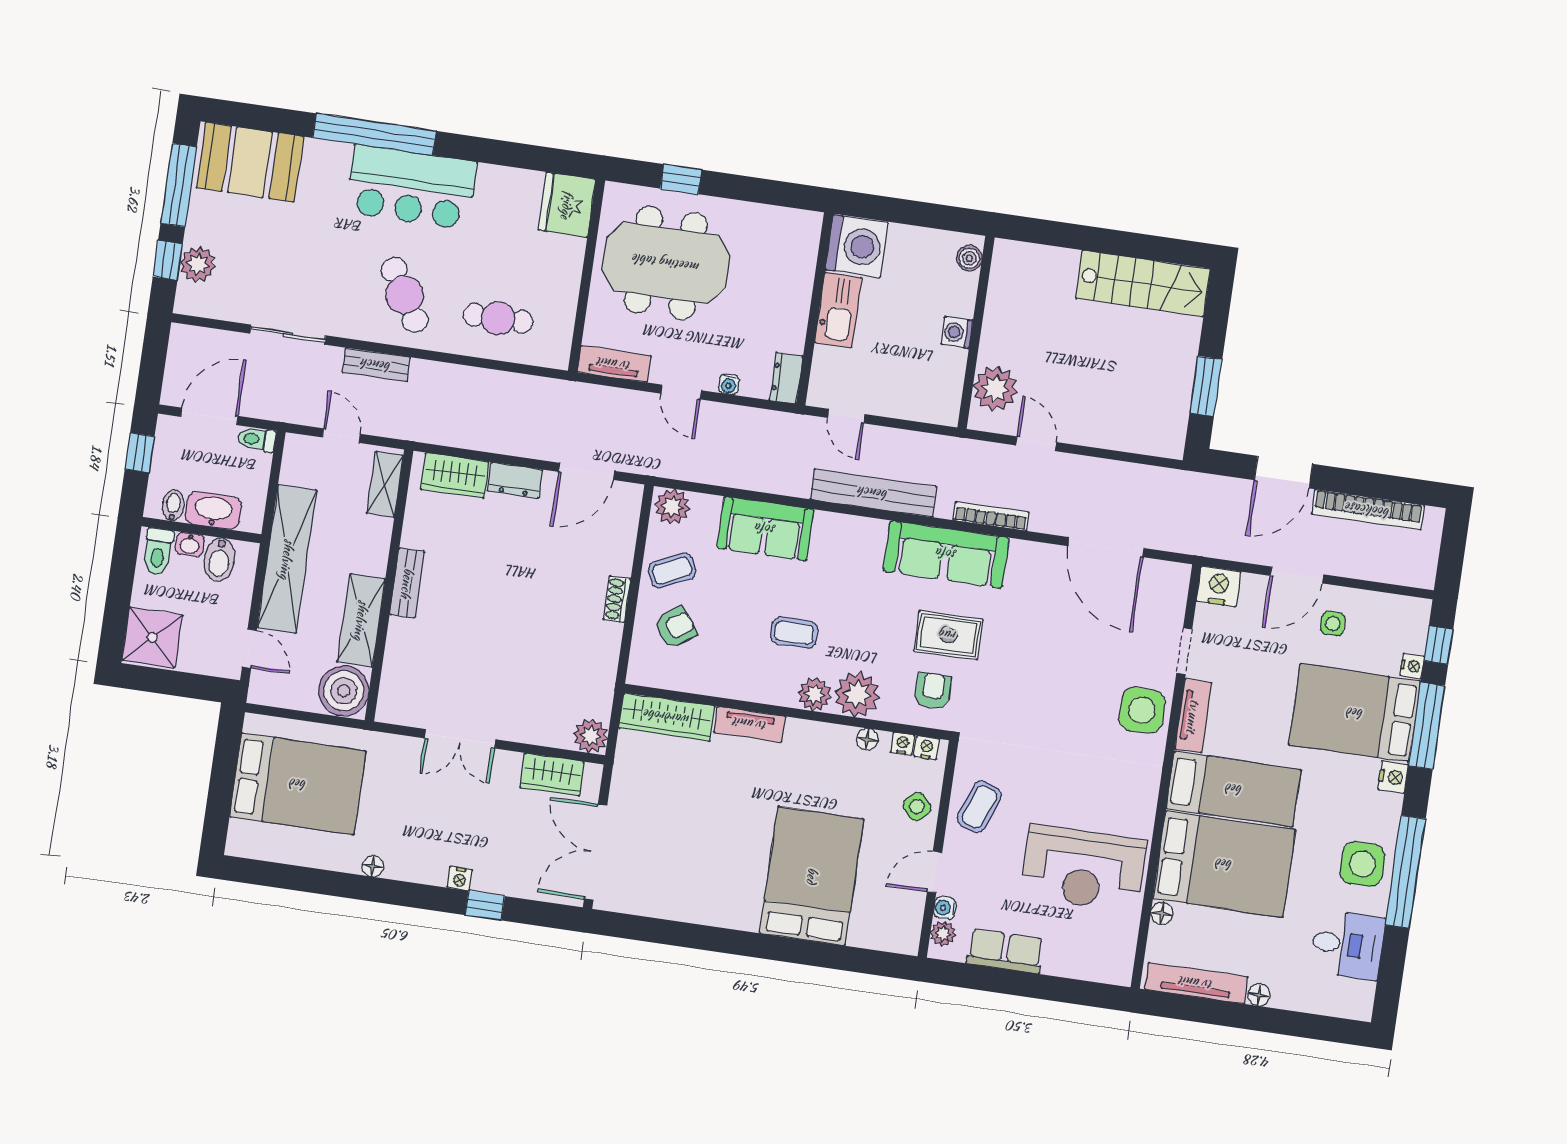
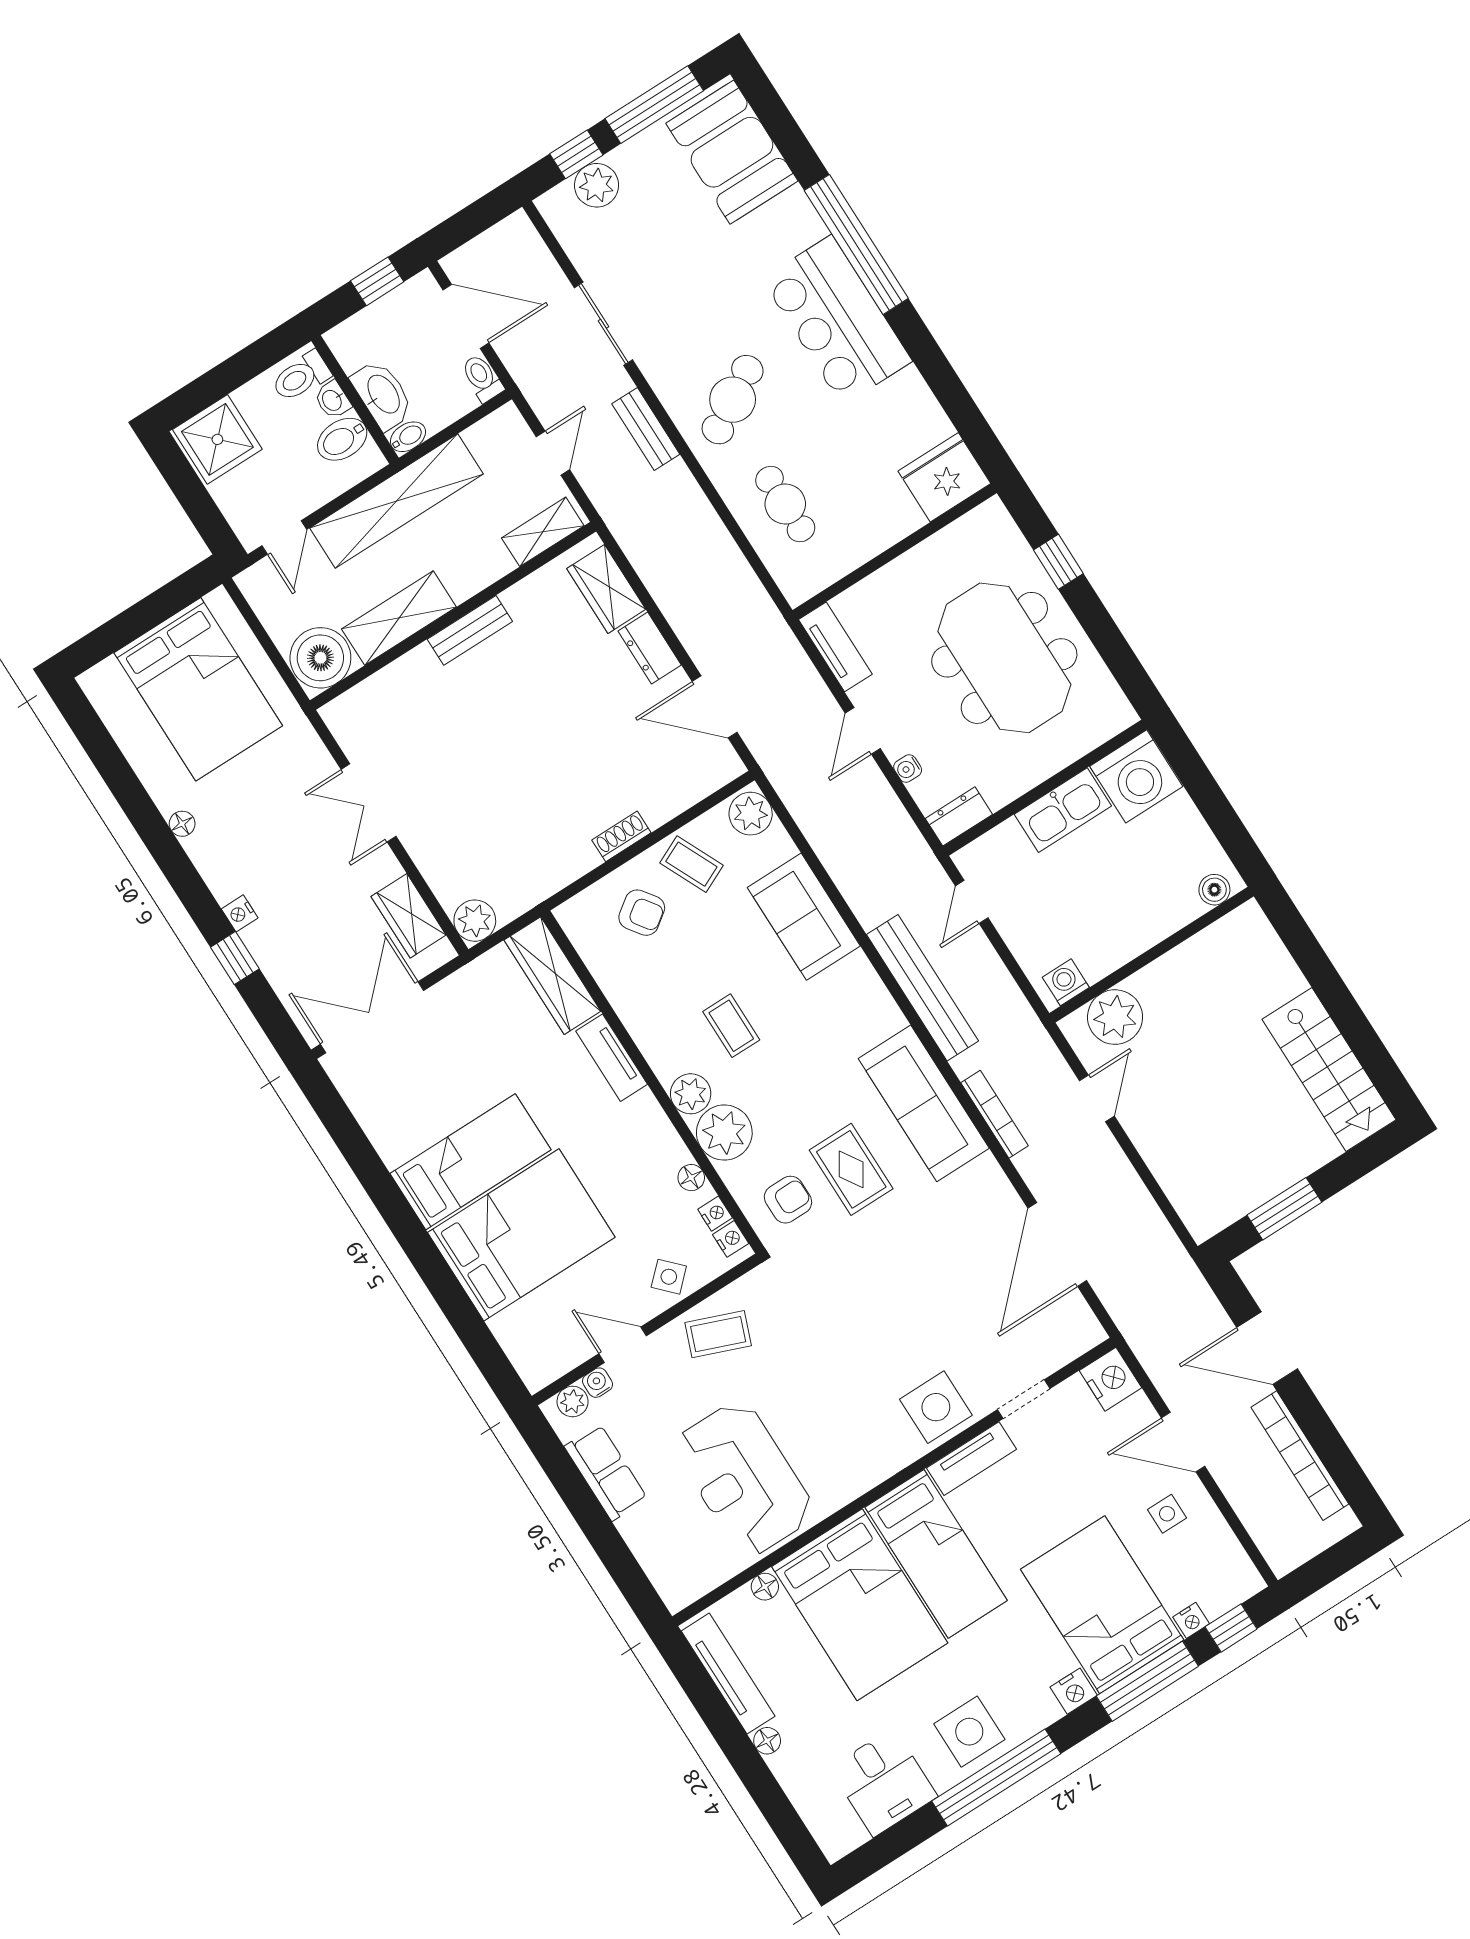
meeting table: (666, 263) -> (1004, 658), moved
washing machine: (957, 333) -> (1066, 982), moved
bidet: (173, 506) -> (408, 437), moved
bed: (739, 868) -> (471, 1162), added

